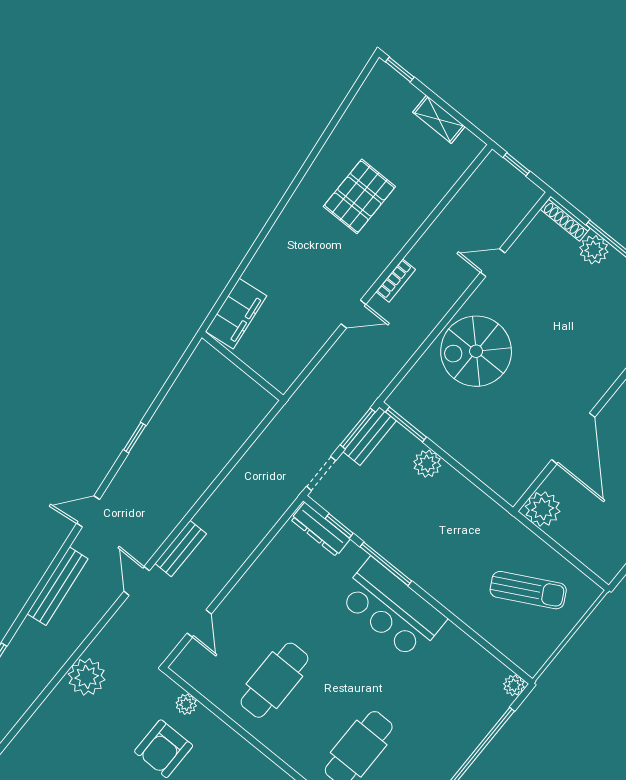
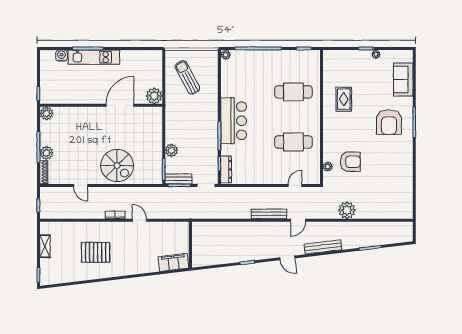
bench: (181, 549) -> (269, 214), width x1.36

